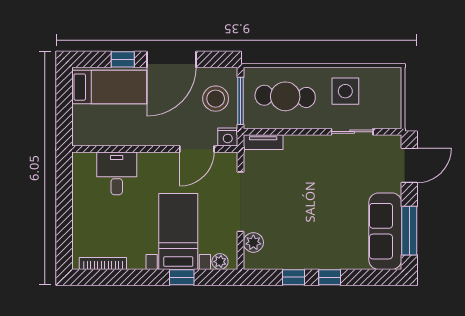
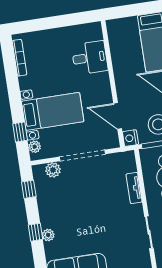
tv unit: (263, 142) -> (134, 188), moved
plant: (336, 261) -> (48, 235), added
window: (182, 277) -> (20, 132), moved
window: (294, 277) -> (29, 189), moved

